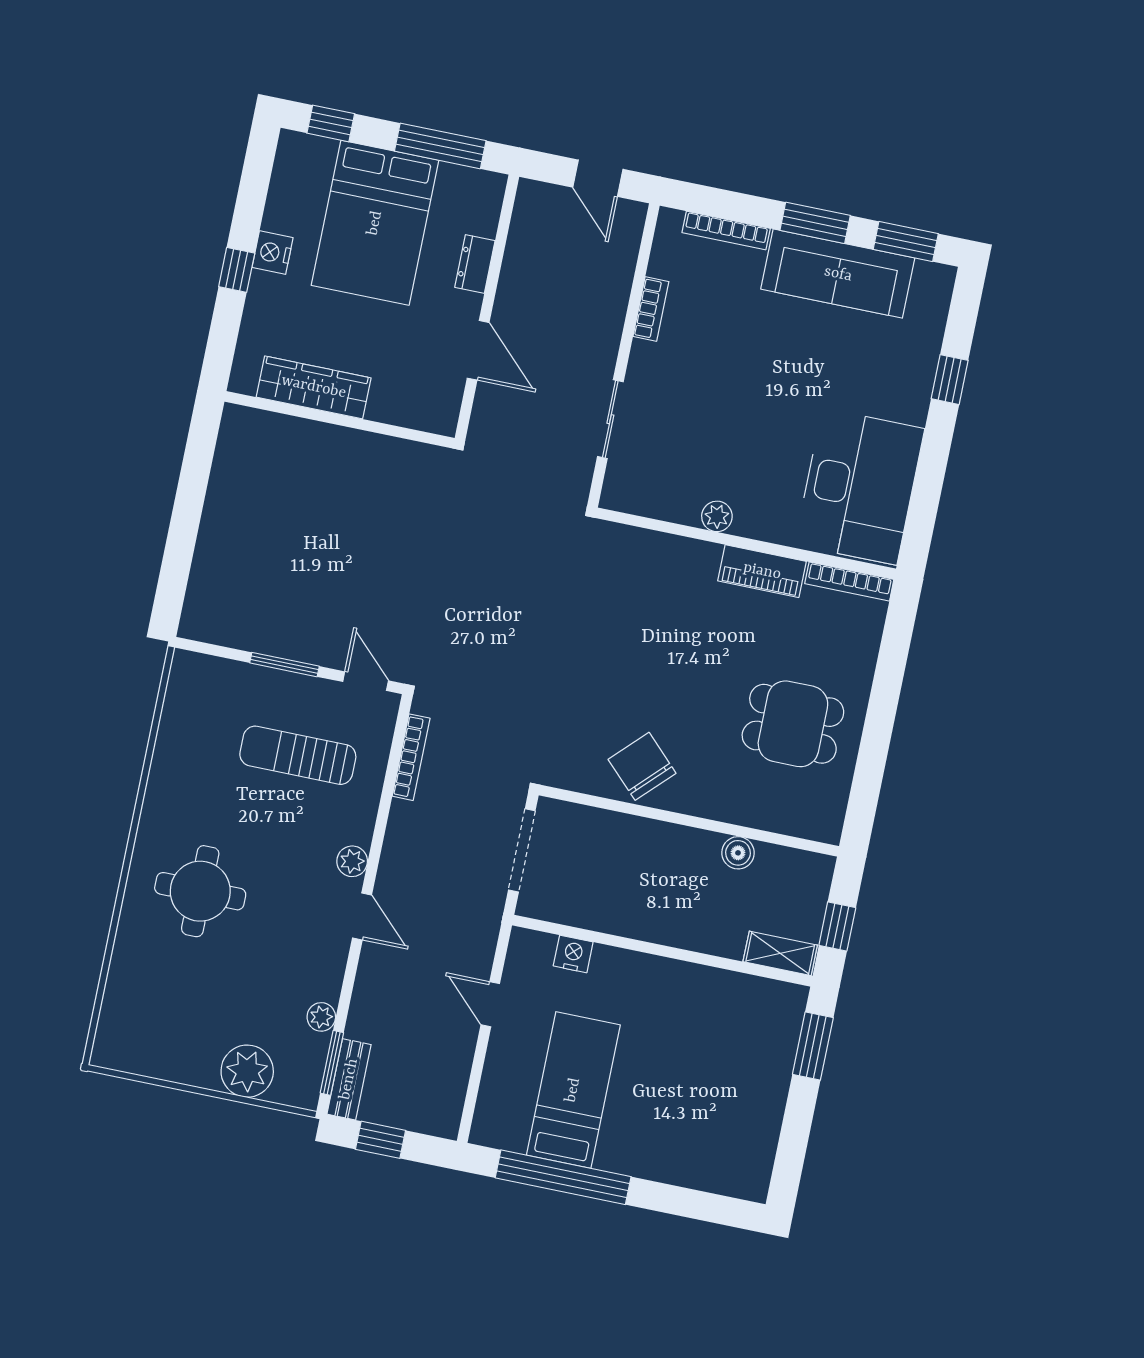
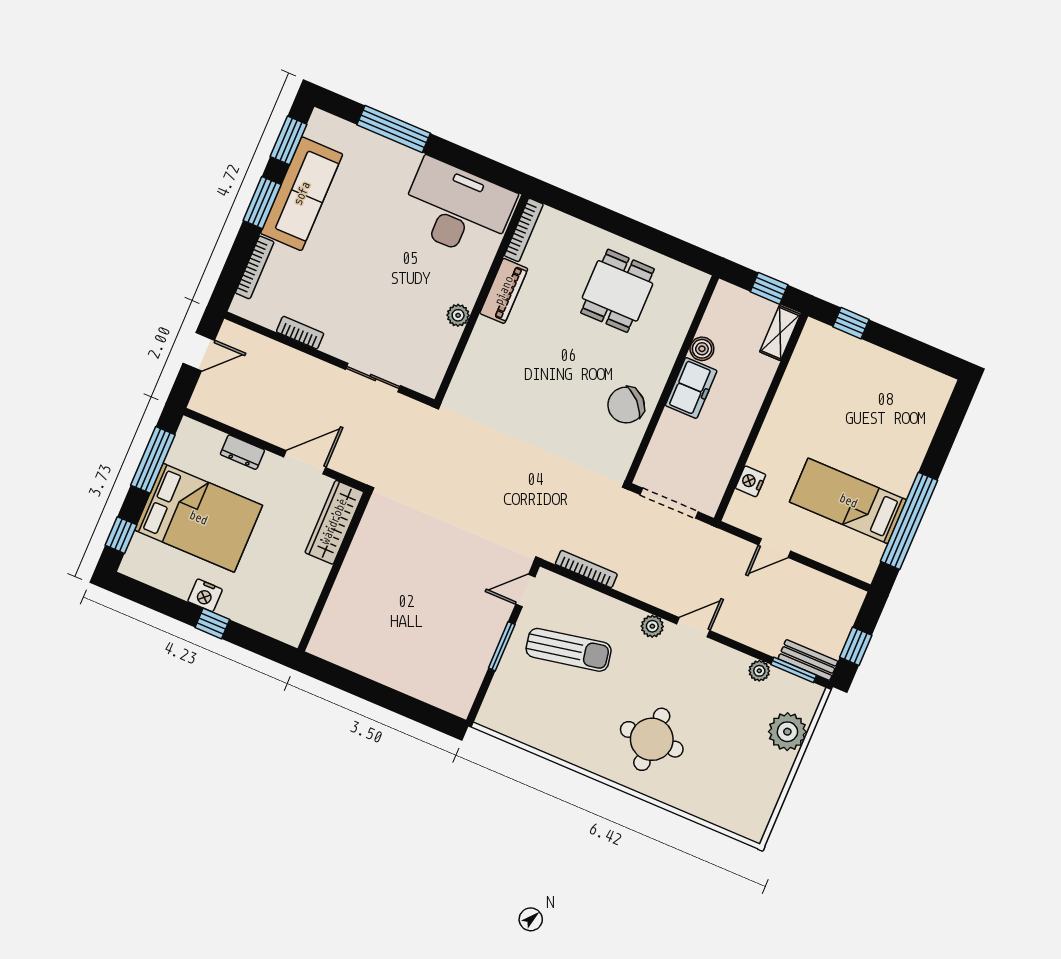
window: (950, 380) -> (394, 129), width x2.17
wardrobe: (314, 387) -> (334, 522), moved
sun lounger: (298, 755) -> (569, 650), turned -101
freezer: (682, 849) -> (691, 388), added
window: (813, 1046) -> (851, 323), width x0.67

